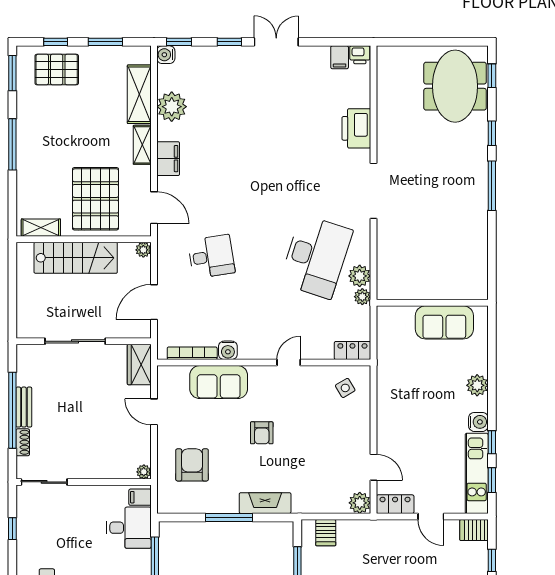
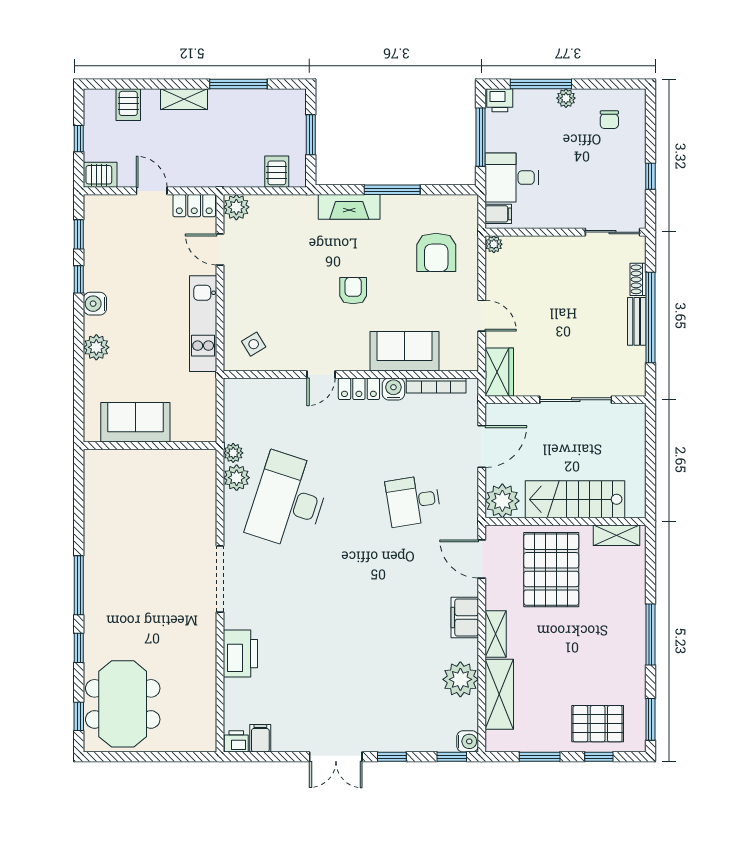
plant: (143, 250) -> (502, 501), width x1.87, depth x1.87
locker: (352, 350) -> (359, 389), moved
kitchen unit: (477, 473) -> (203, 324), moved, turned 180

